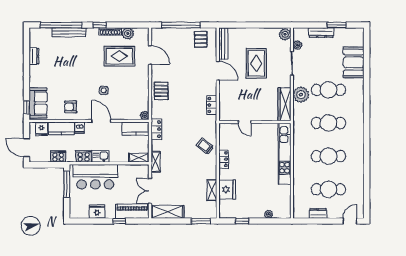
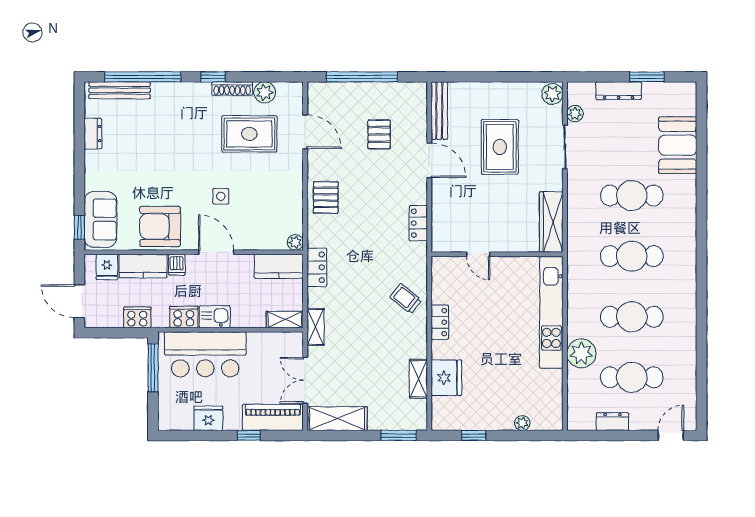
bench: (69, 32) -> (120, 90), moved
pallet: (201, 39) -> (379, 134), moved
plant: (301, 95) -> (581, 353), moved
armchair: (71, 107) -> (160, 226), width x1.88, depth x1.88

